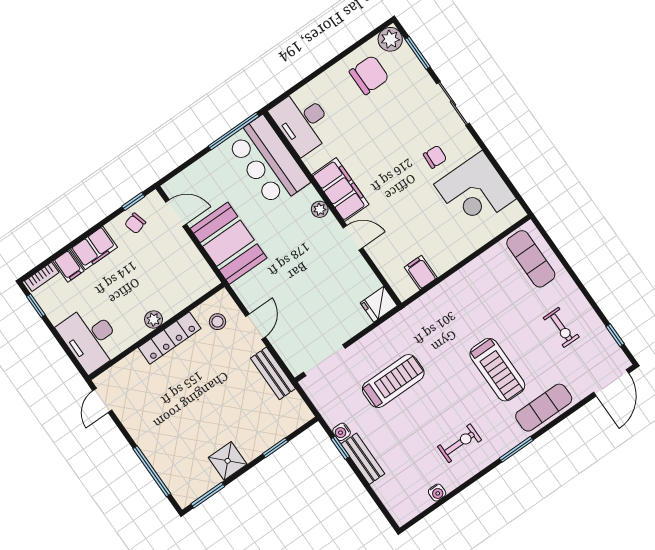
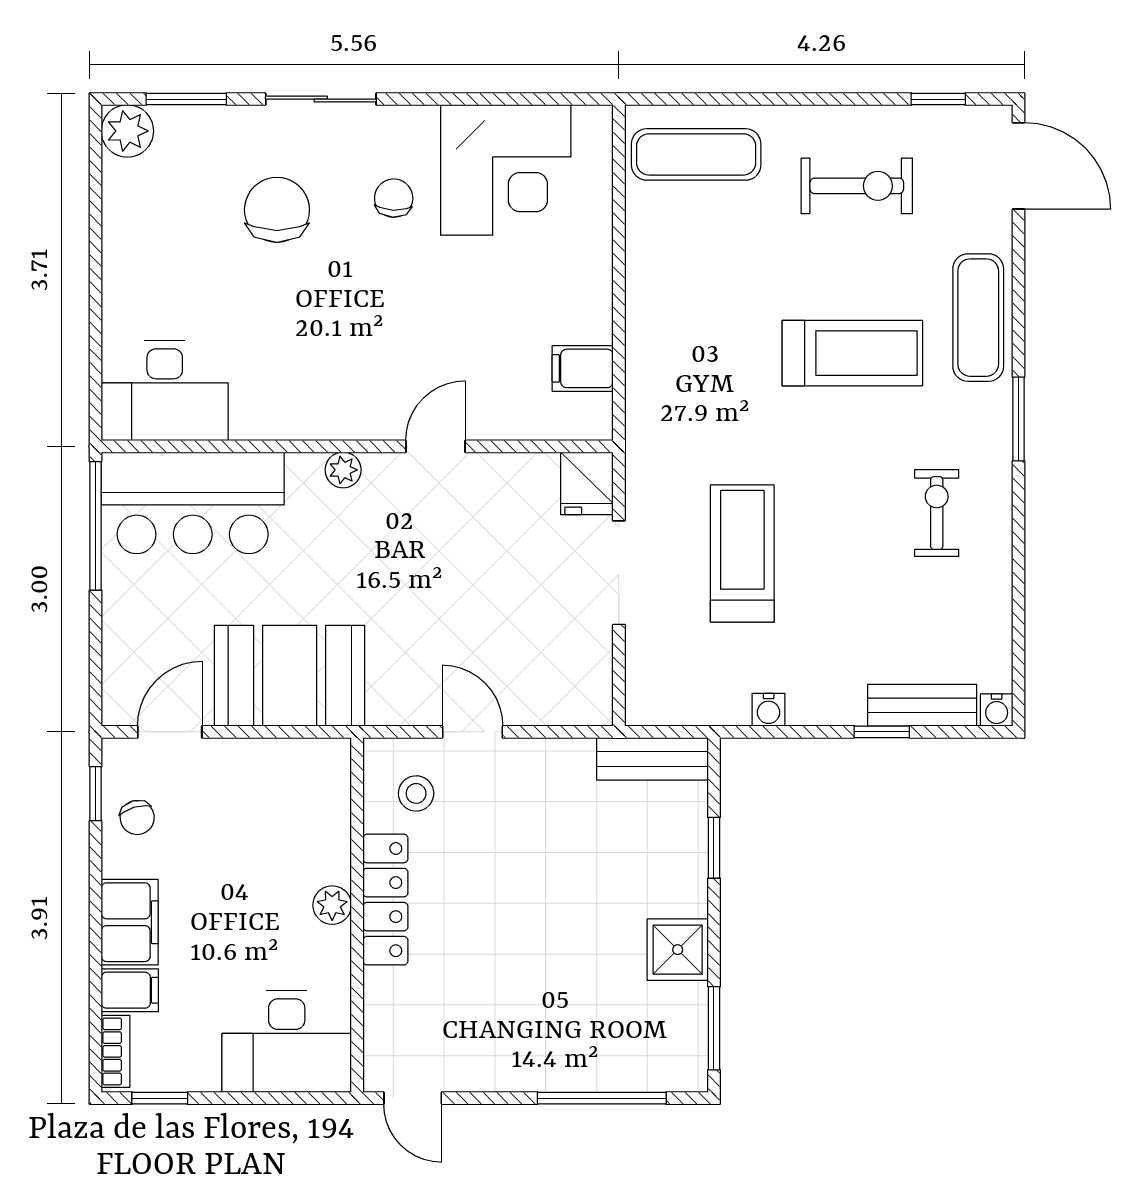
chair: (369, 75) -> (277, 210), moved
filing cabinet: (340, 190) -> (334, 408), removed
exercise bike: (561, 327) -> (857, 186), width x1.38, depth x1.39
doorway: (324, 360) -> (619, 573), moved
bench: (273, 373) -> (652, 759), moved
window: (340, 448) -> (882, 732), moved
bench: (363, 459) -> (922, 705), moved
water cooler: (437, 493) -> (997, 710), moved, turned 90

